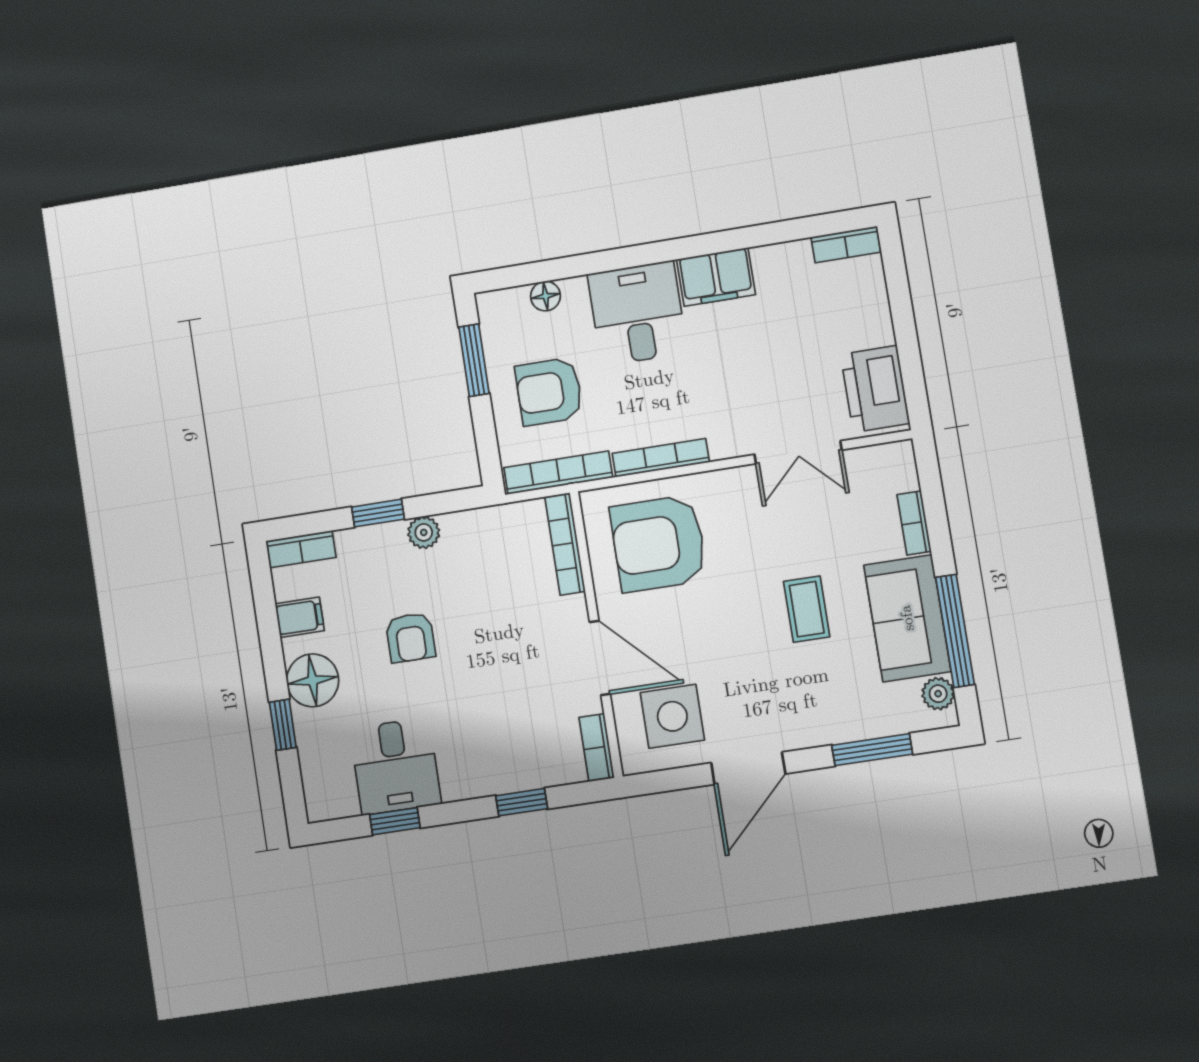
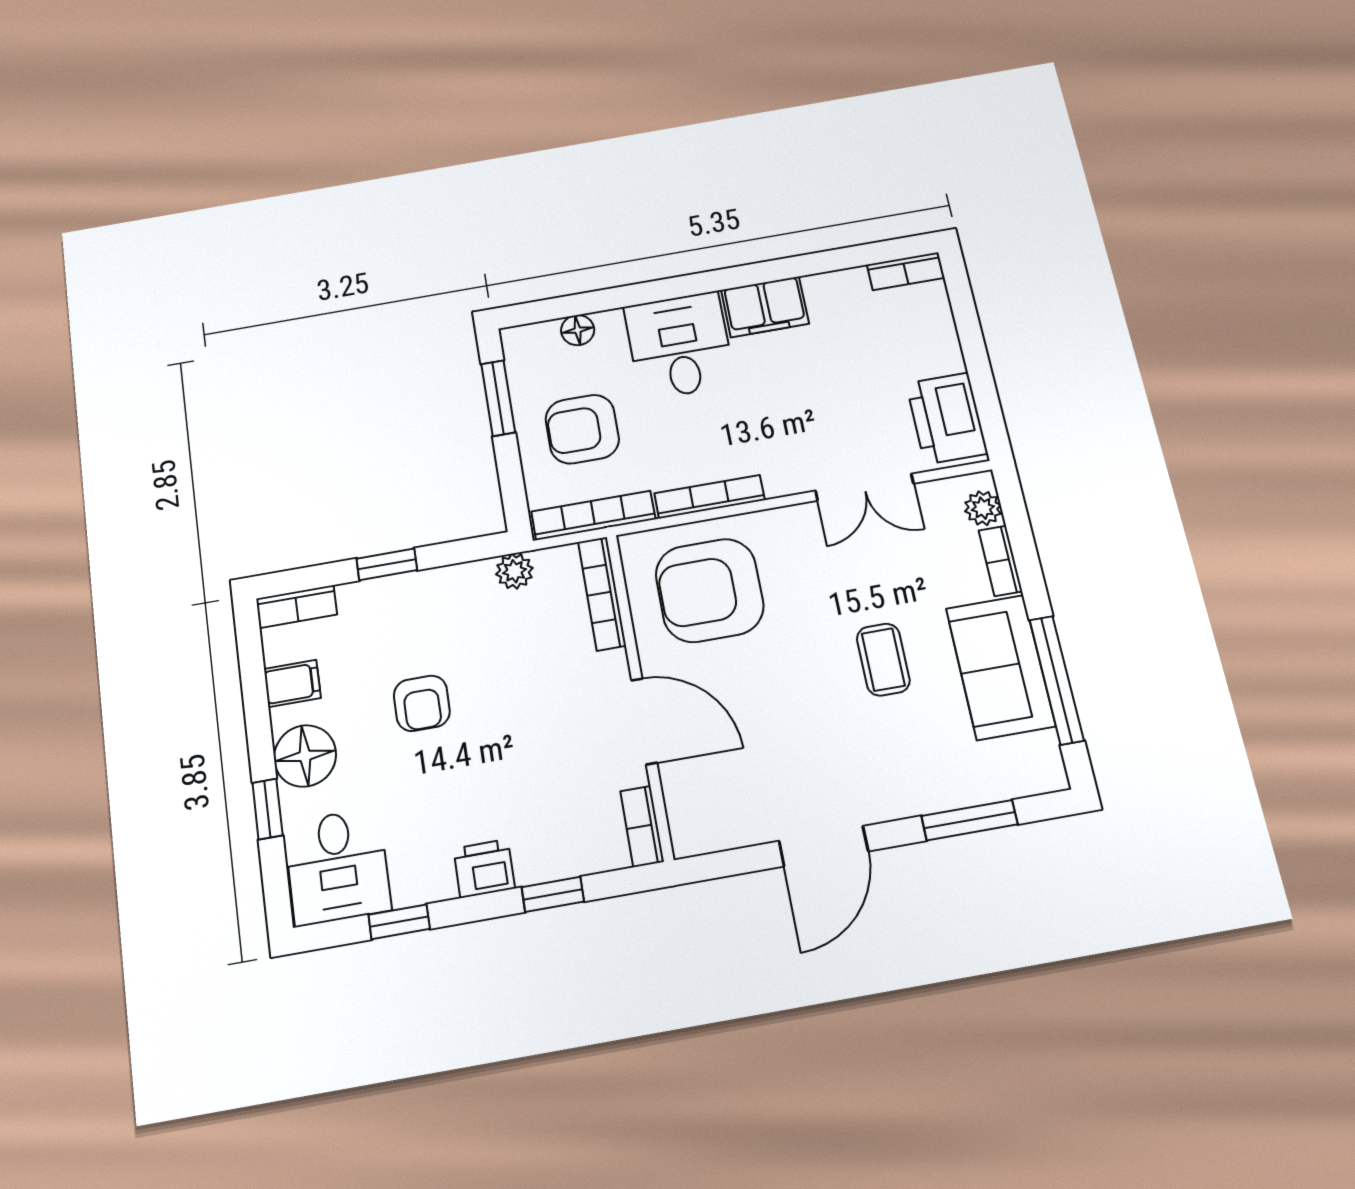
plant: (424, 532) -> (514, 571), moved
plant: (938, 694) -> (983, 508), moved
side table: (672, 716) -> (731, 787), removed
desk: (395, 766) -> (337, 866), moved
printer: (465, 779) -> (484, 868), added

